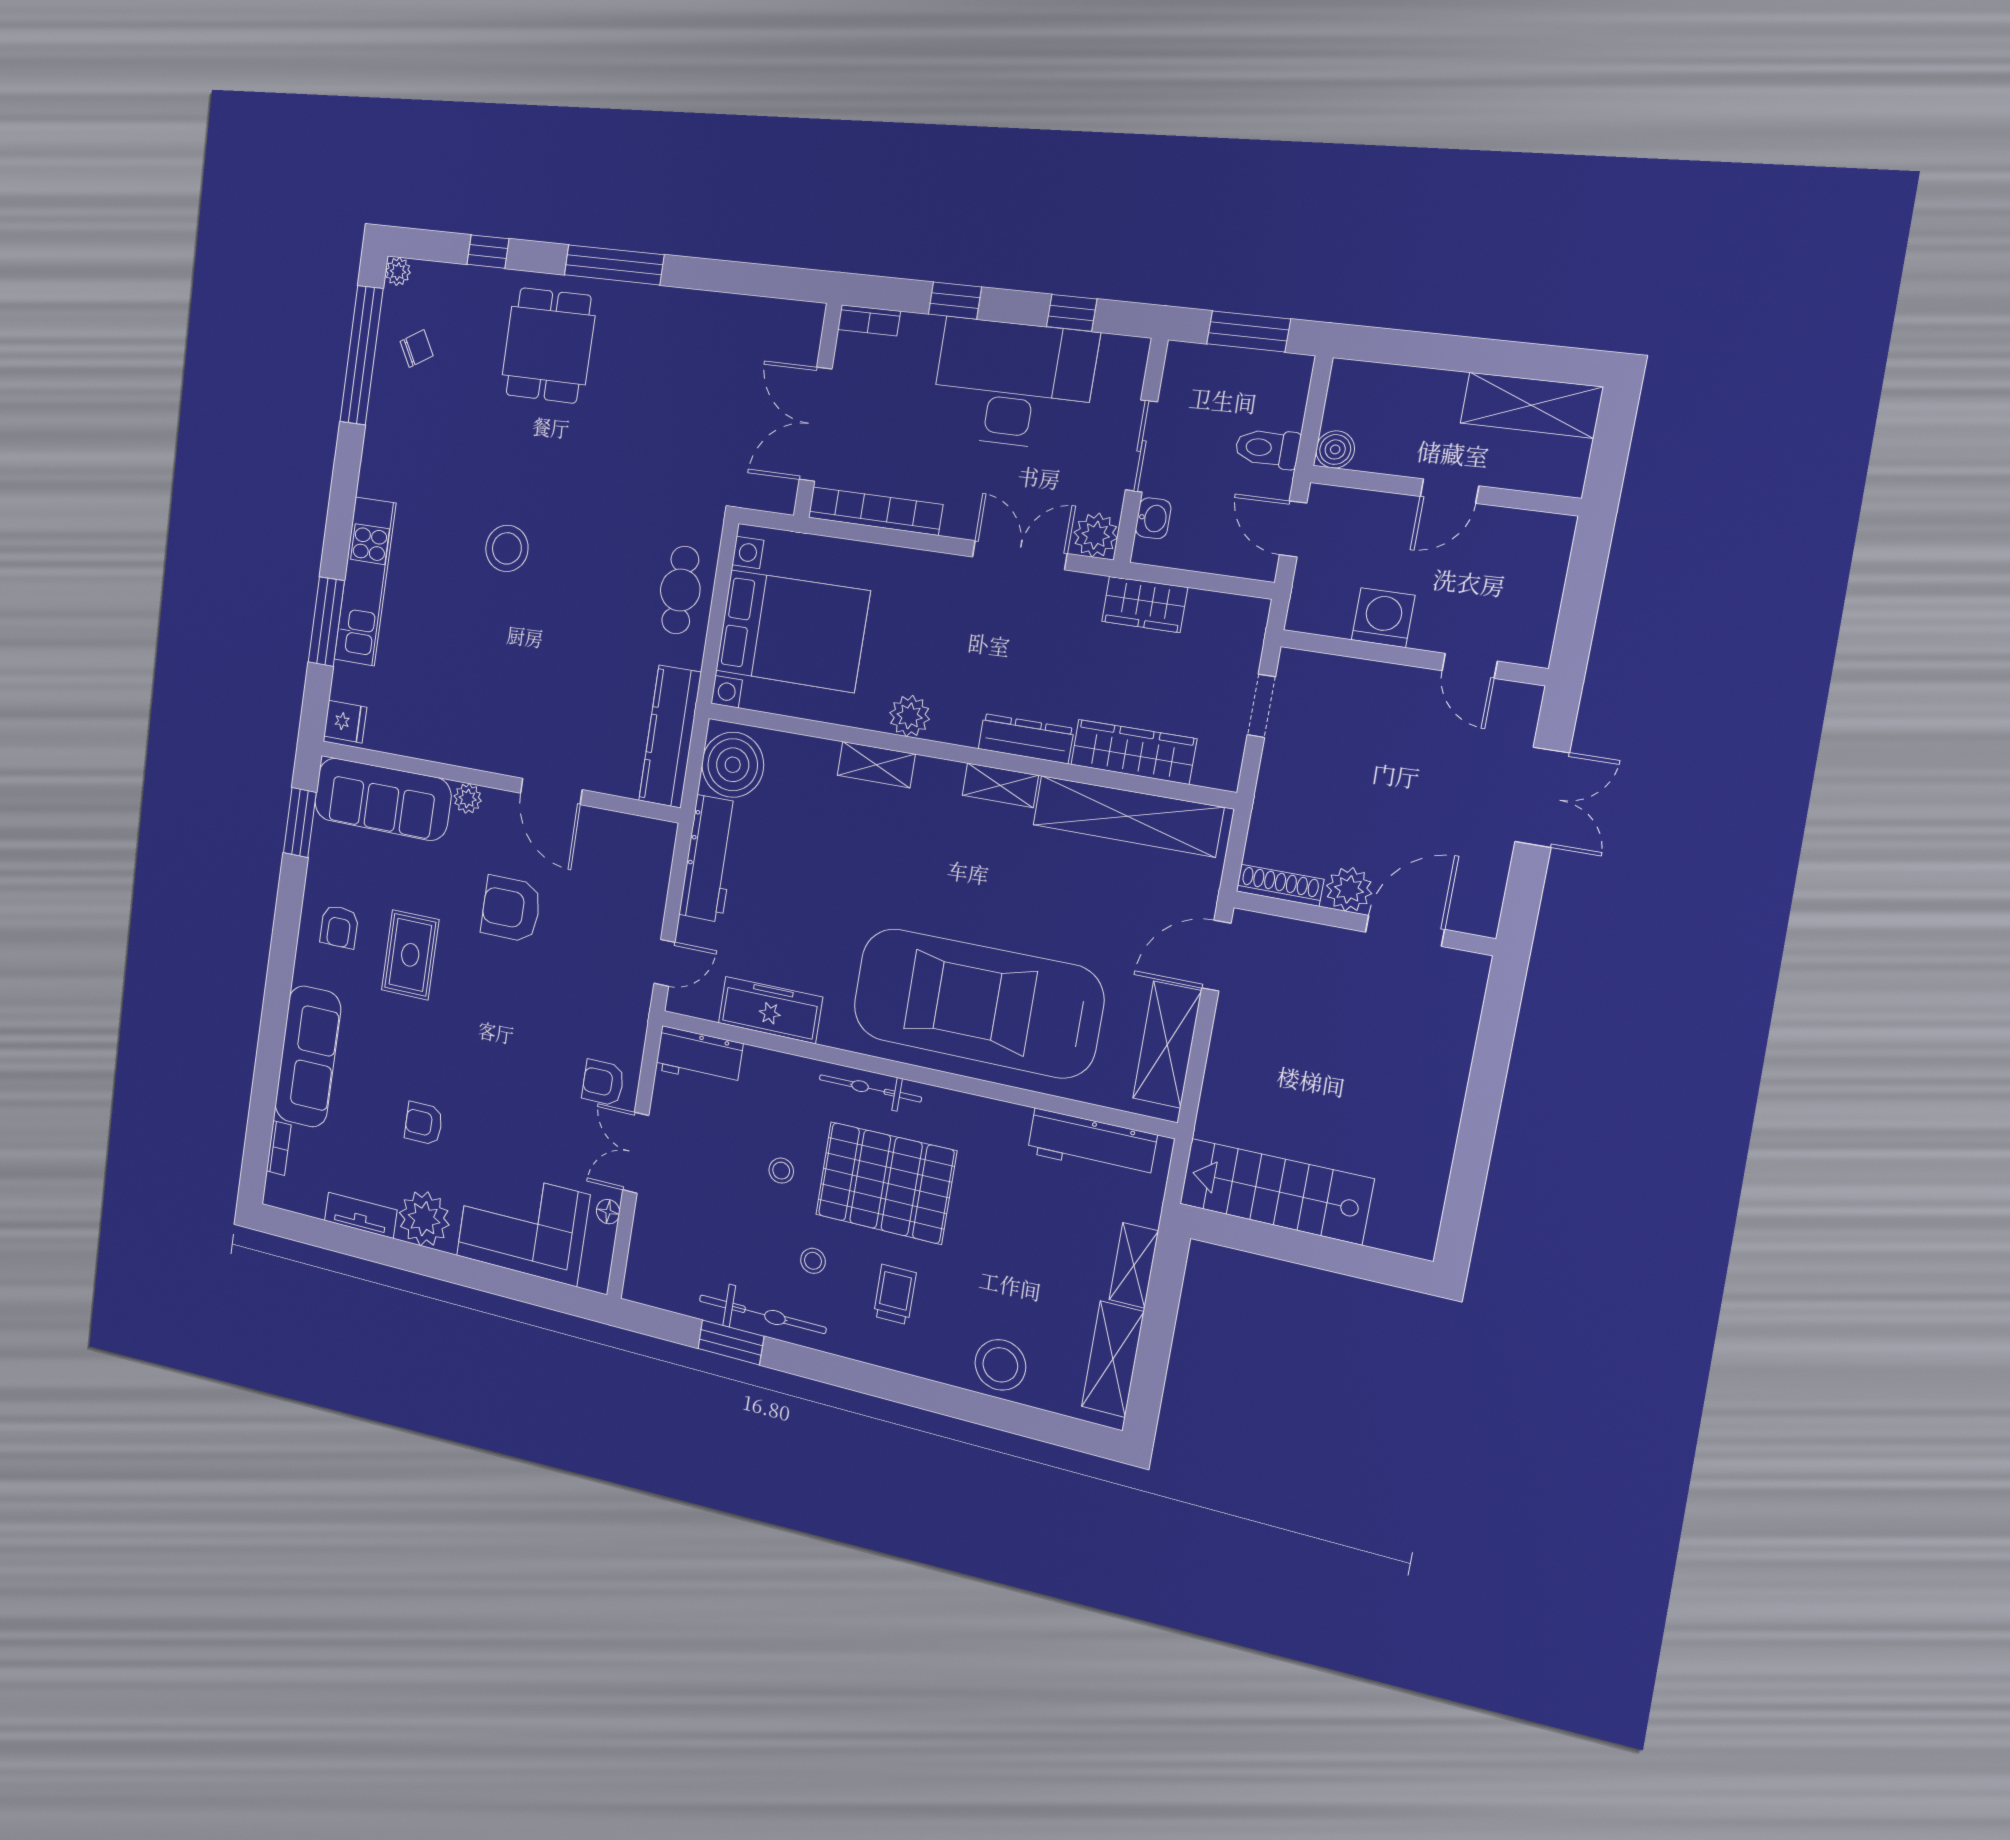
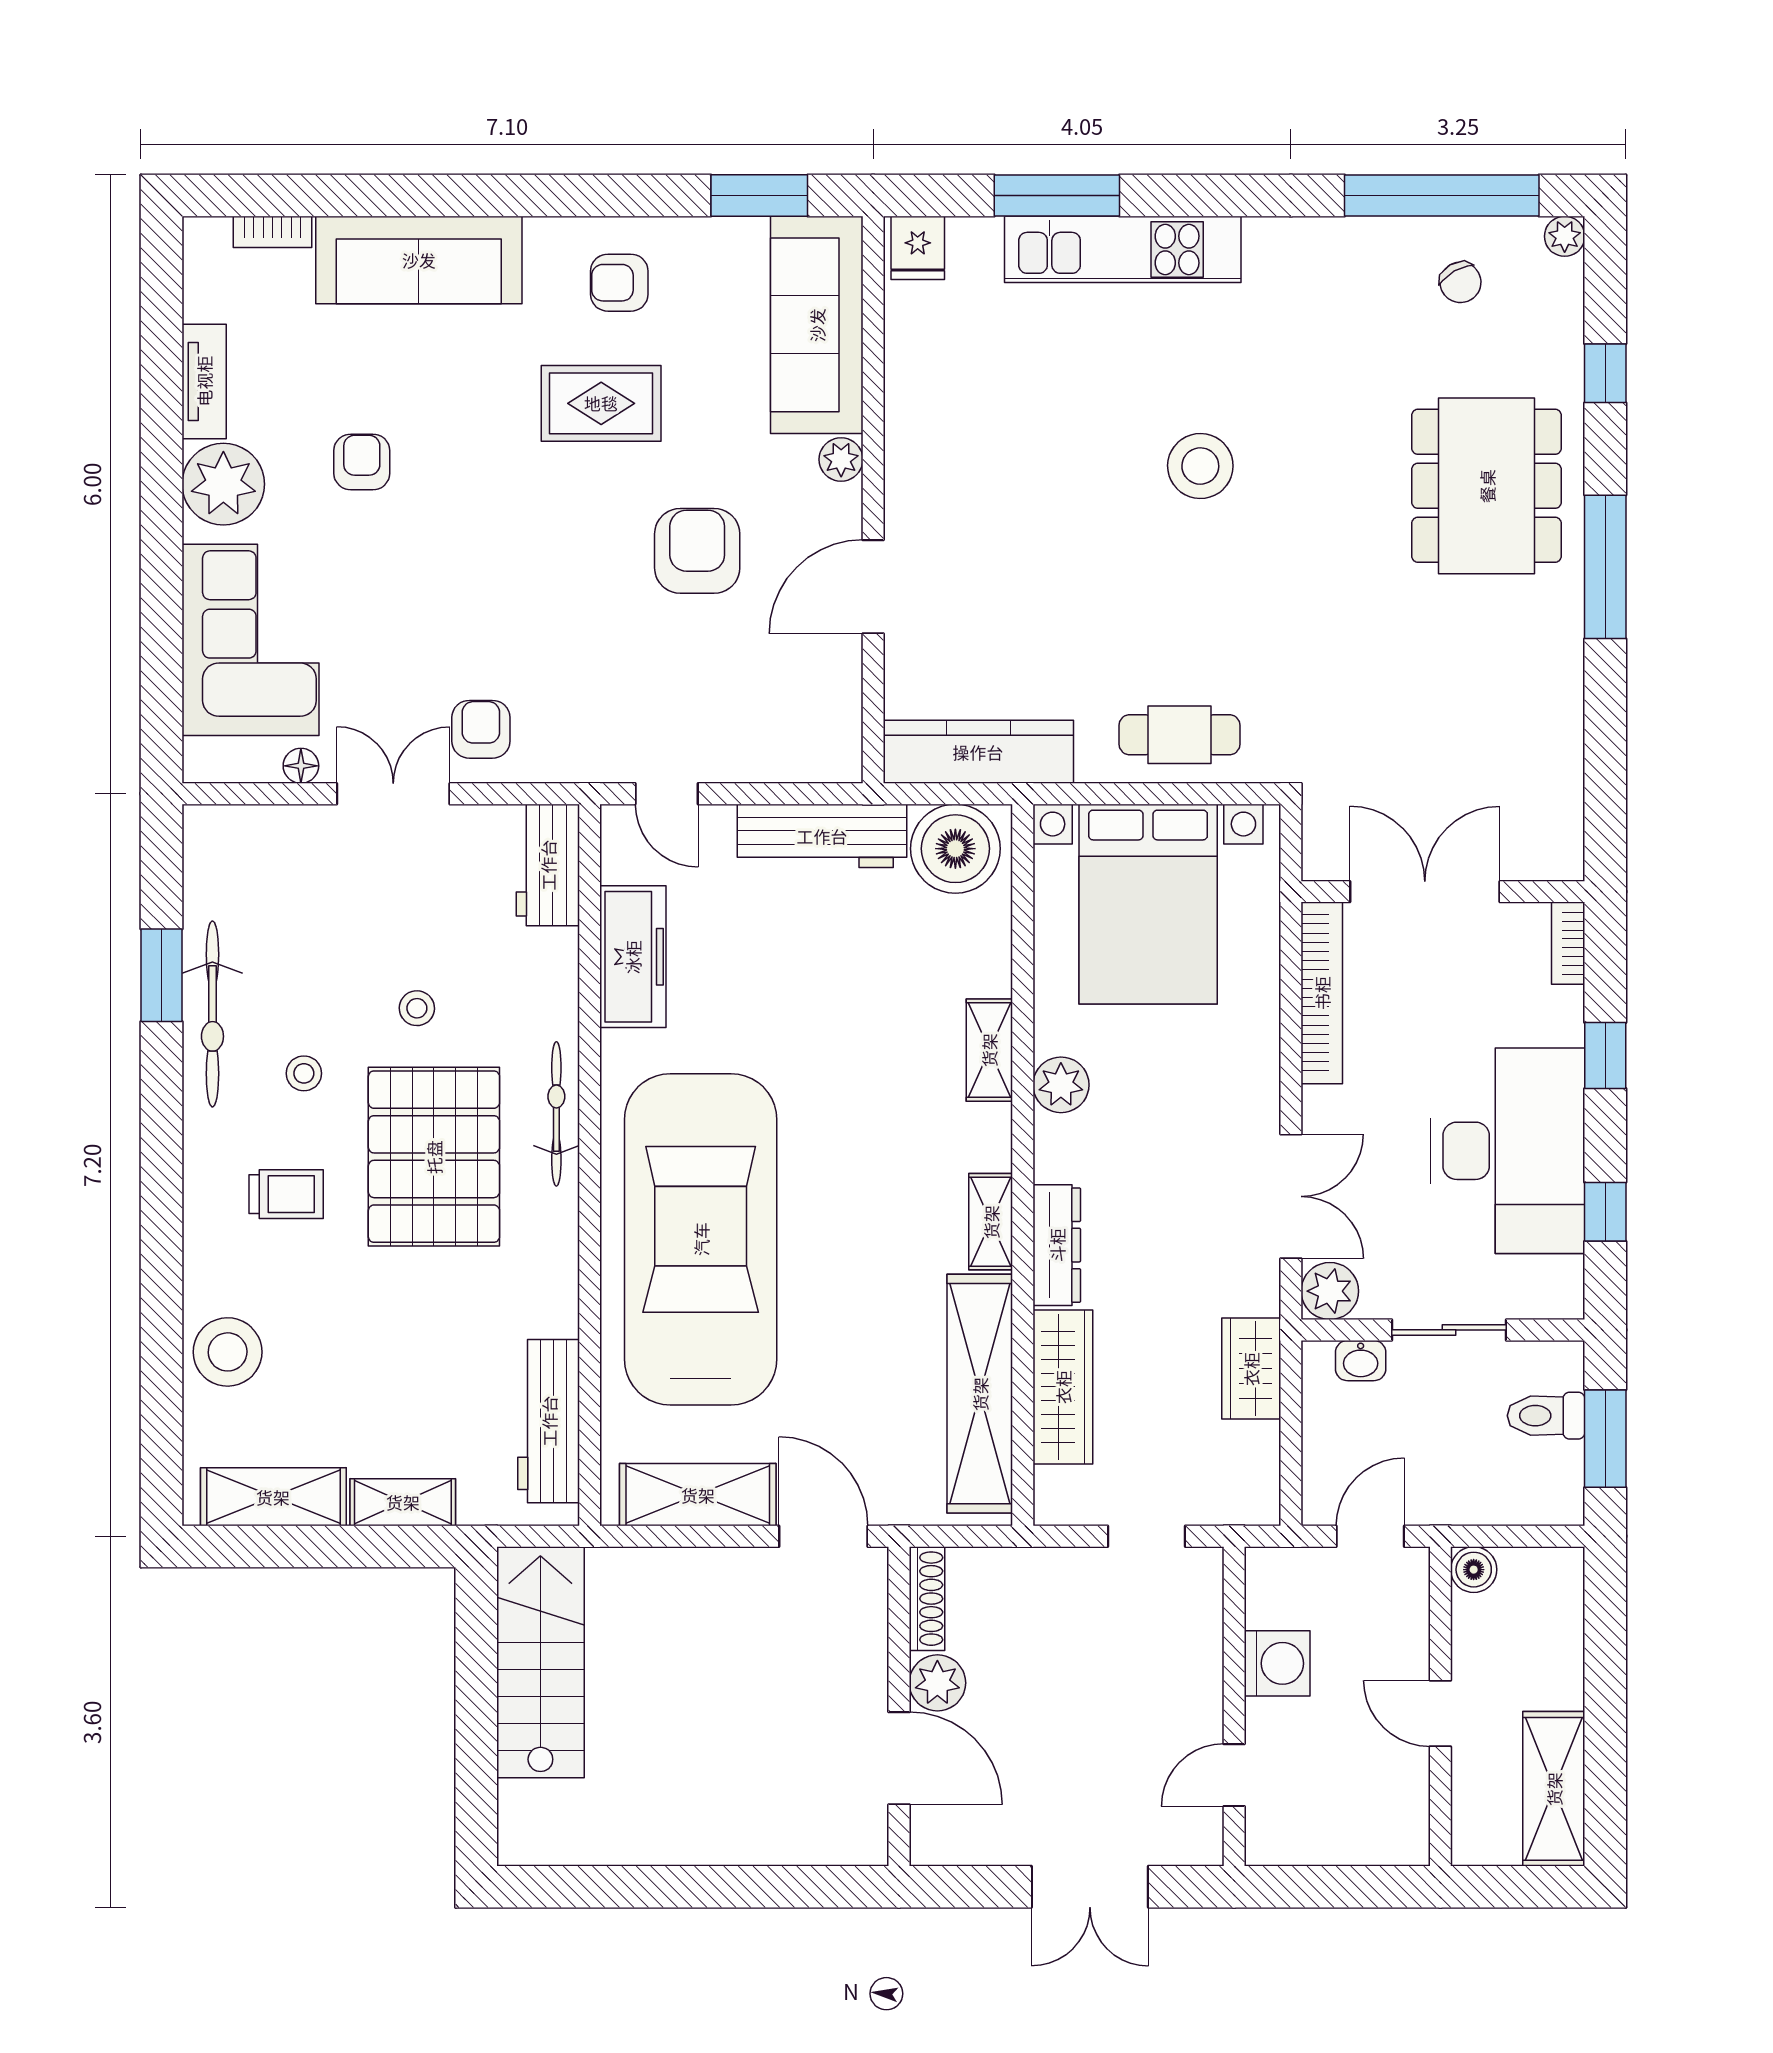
dining table: (548, 345) -> (1487, 486), width x1.38
toilet: (1267, 448) -> (1546, 1416), moved, turned -90

